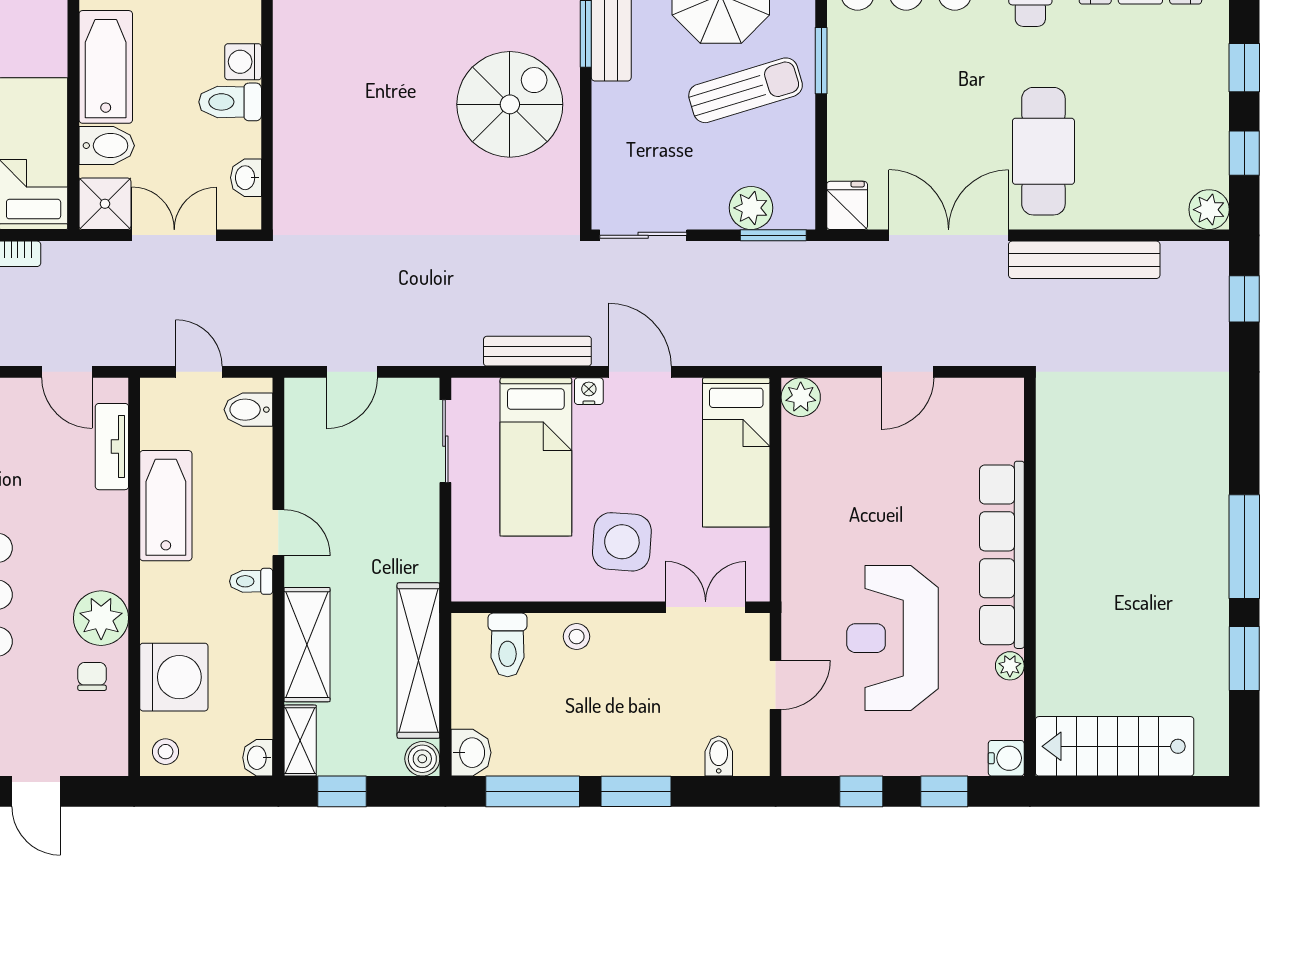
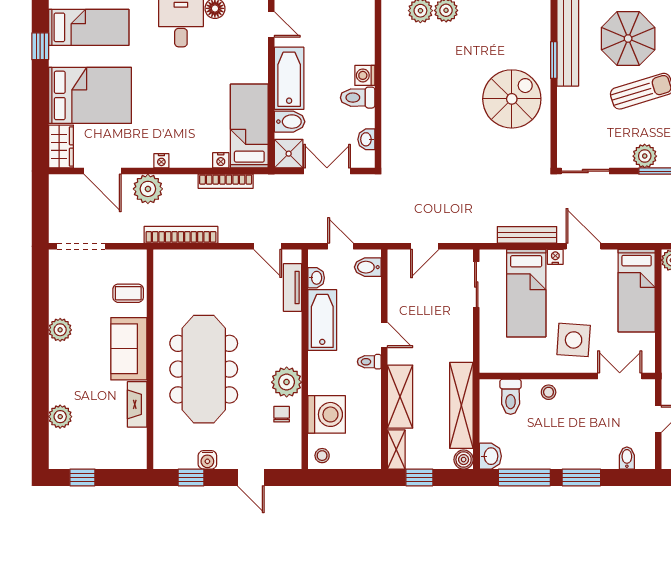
washbasin: (258, 758) -> (316, 278), moved, turned 180

